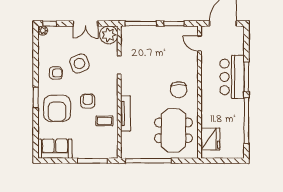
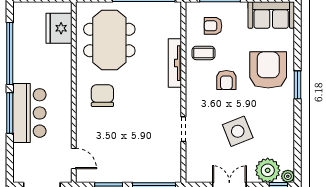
plant: (109, 35) -> (268, 170), moved
armchair: (56, 73) -> (213, 26), moved

